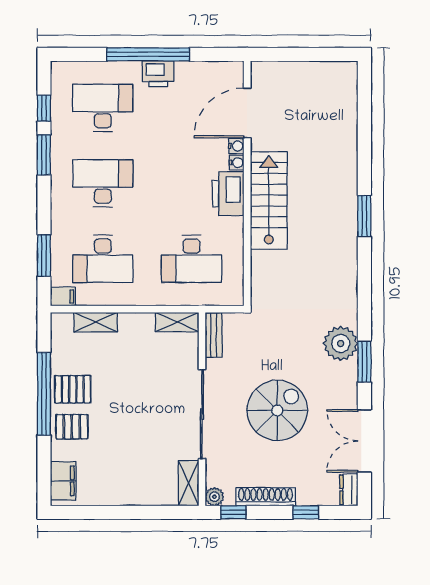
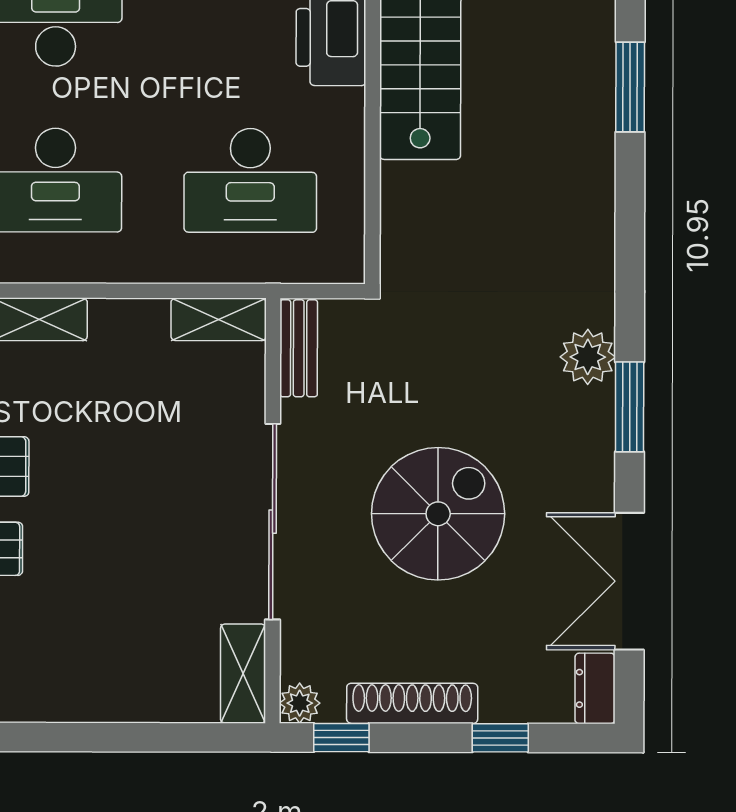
plant: (341, 343) -> (588, 357), width x0.73, depth x0.73

